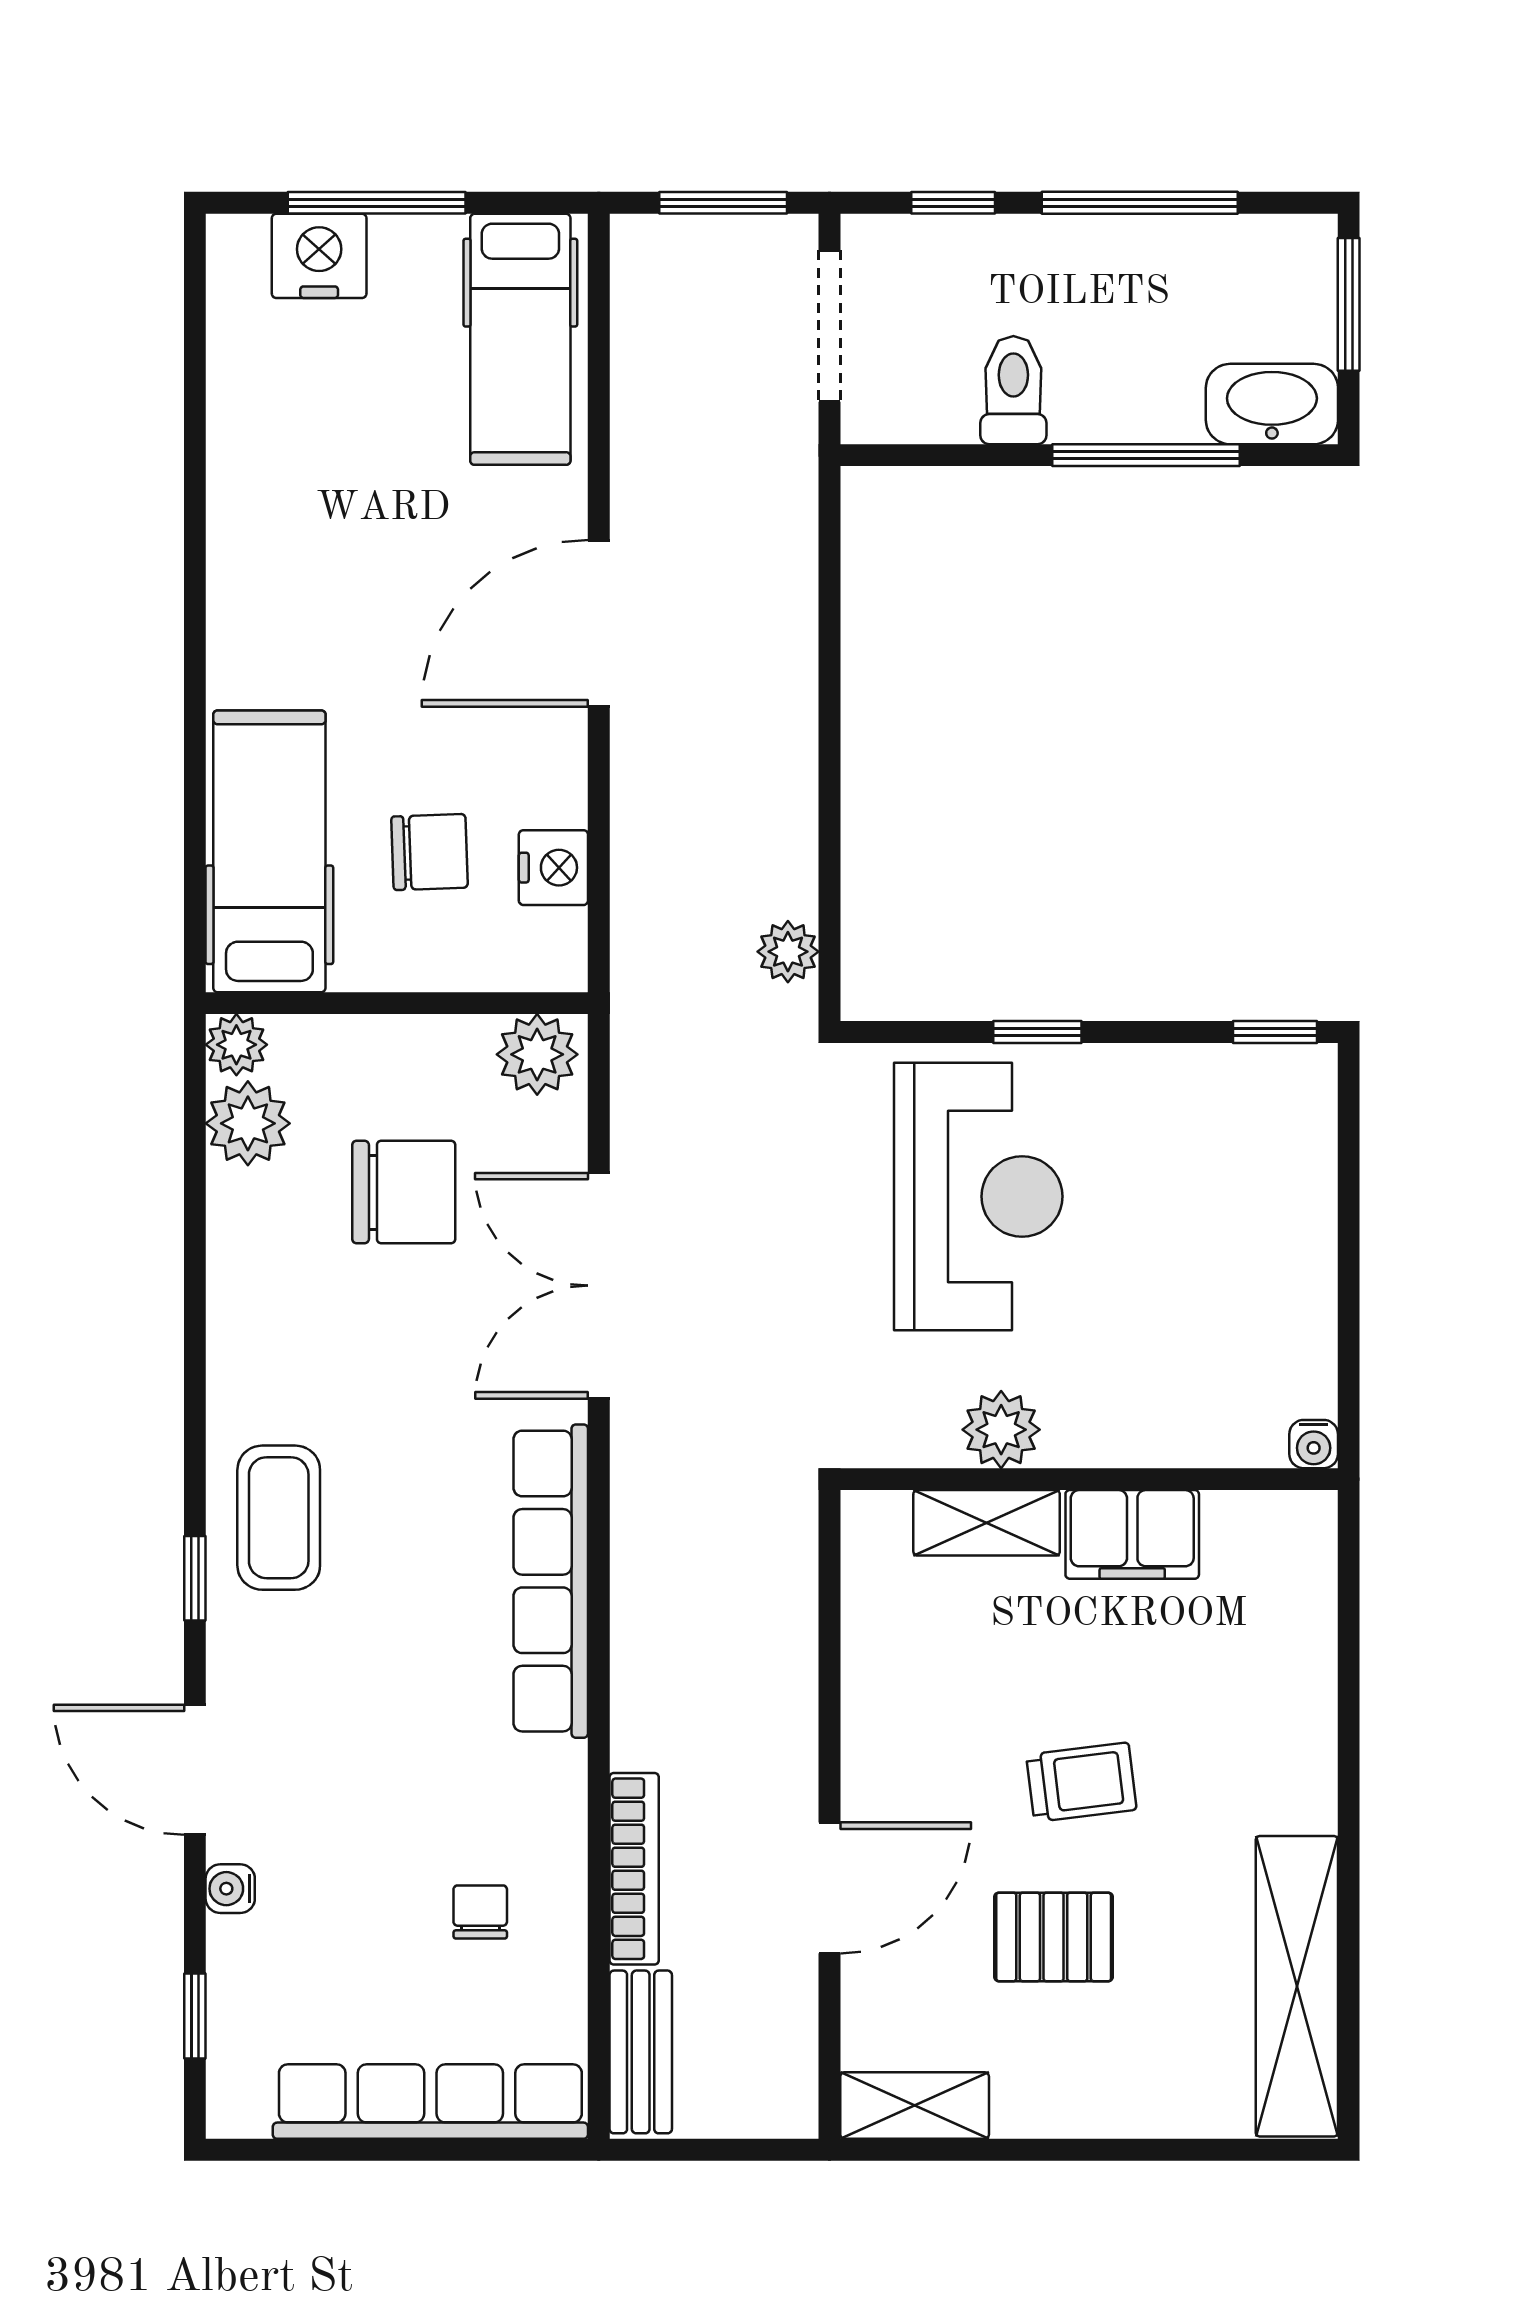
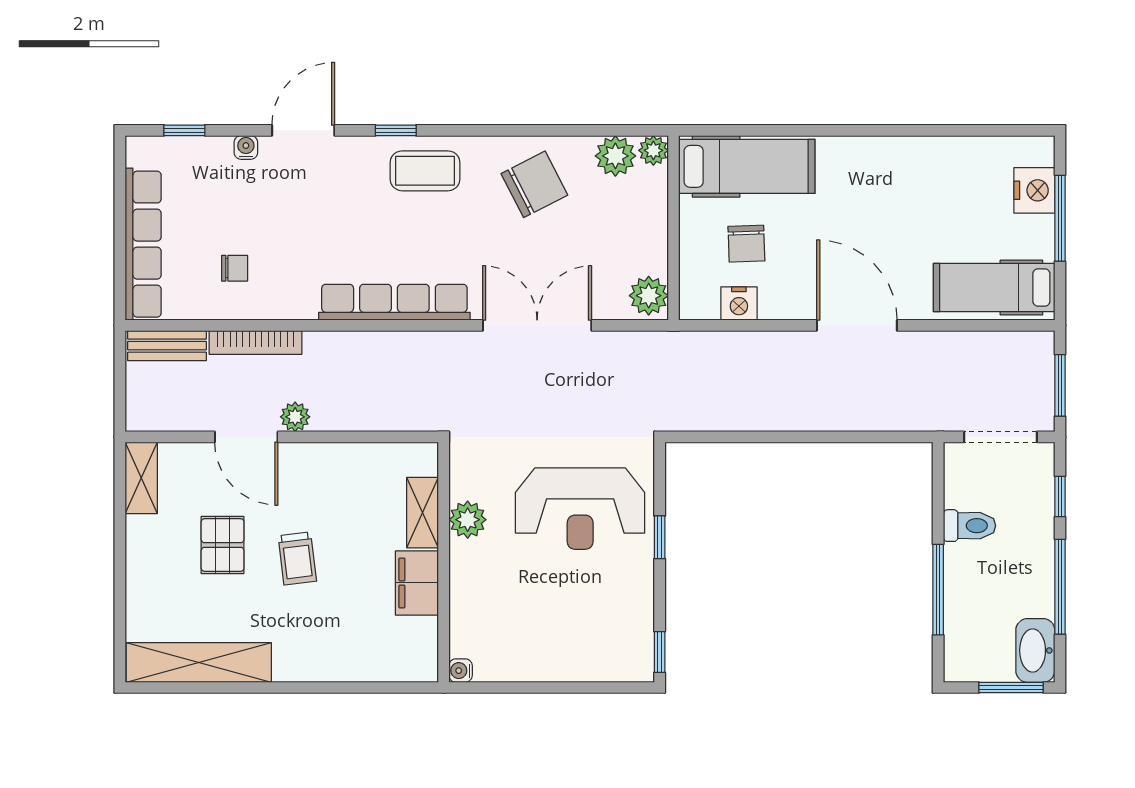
washbasin: (1272, 404) -> (1035, 650), moved, turned 180
plant: (788, 952) -> (295, 417), moved
chair: (404, 1192) -> (534, 184), moved, turned -117

